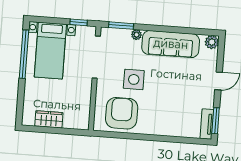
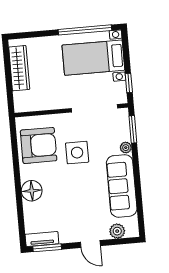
plant: (212, 42) -> (117, 231), moved
wardrobe: (49, 119) -> (19, 68), width x1.50
floor lamp: (162, 126) -> (32, 191), added

